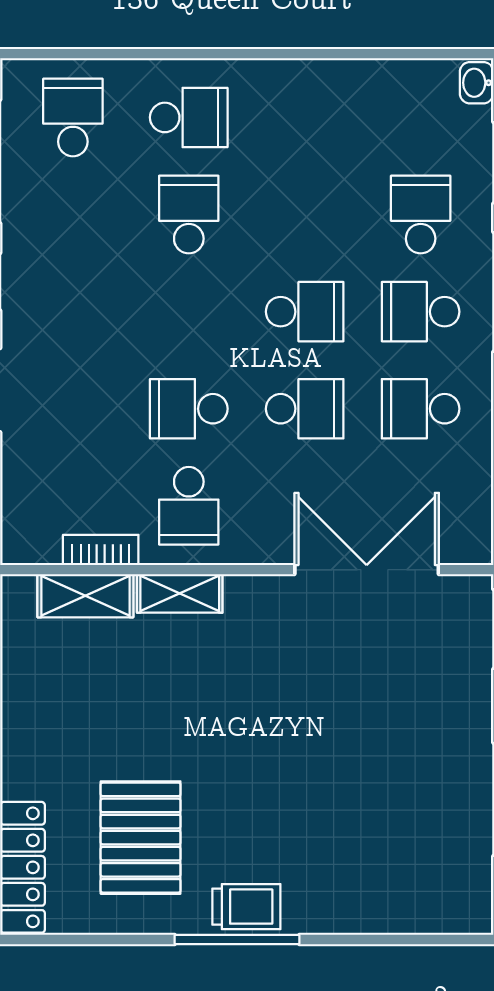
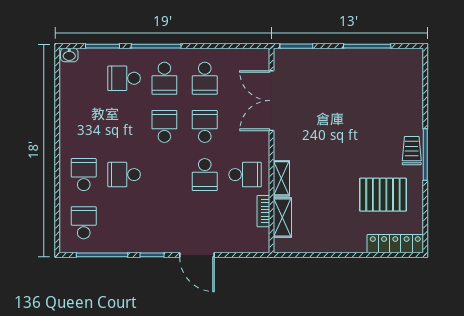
school desk: (73, 117) -> (84, 223), turned 90

